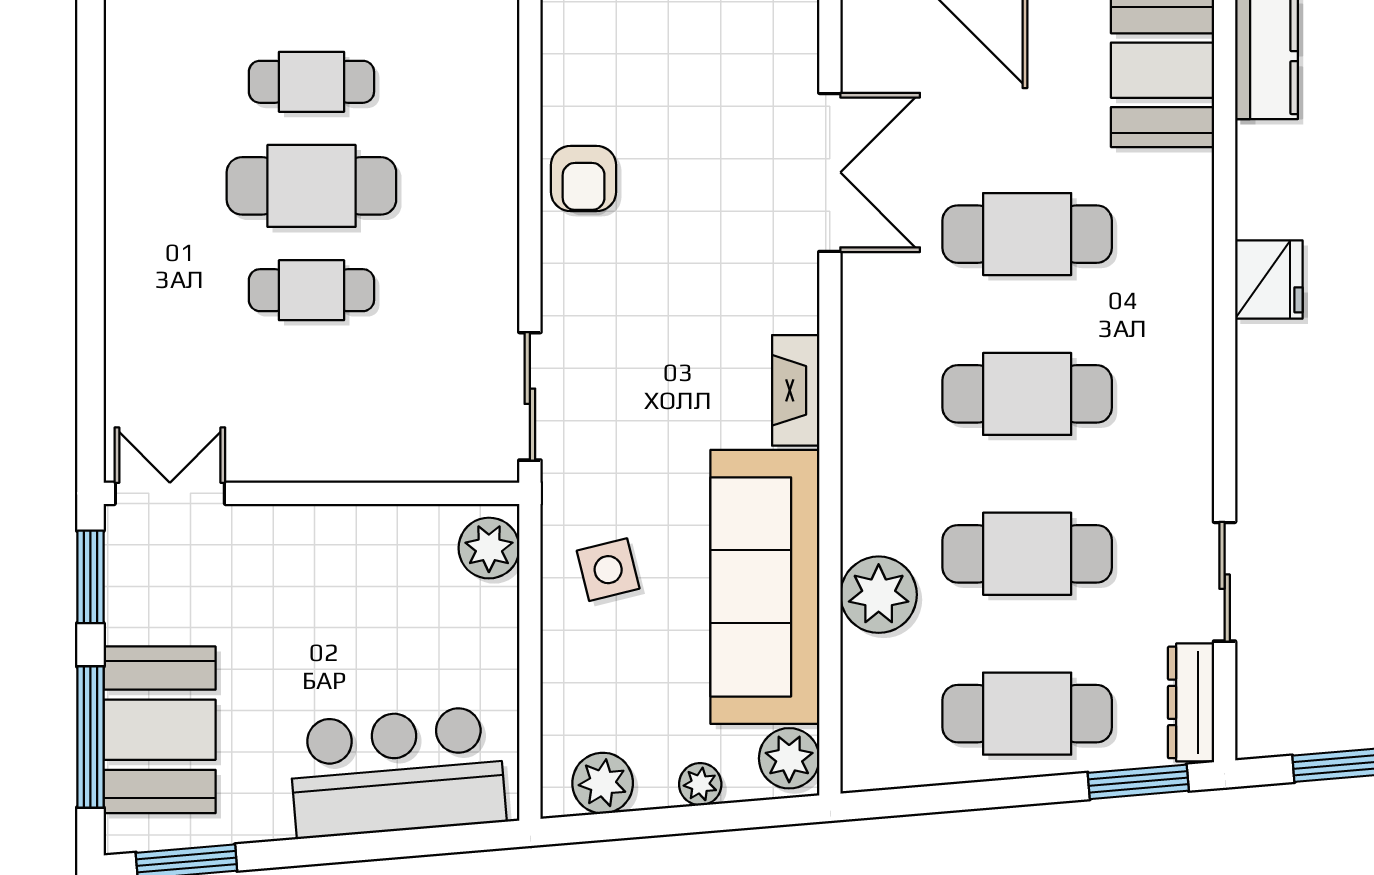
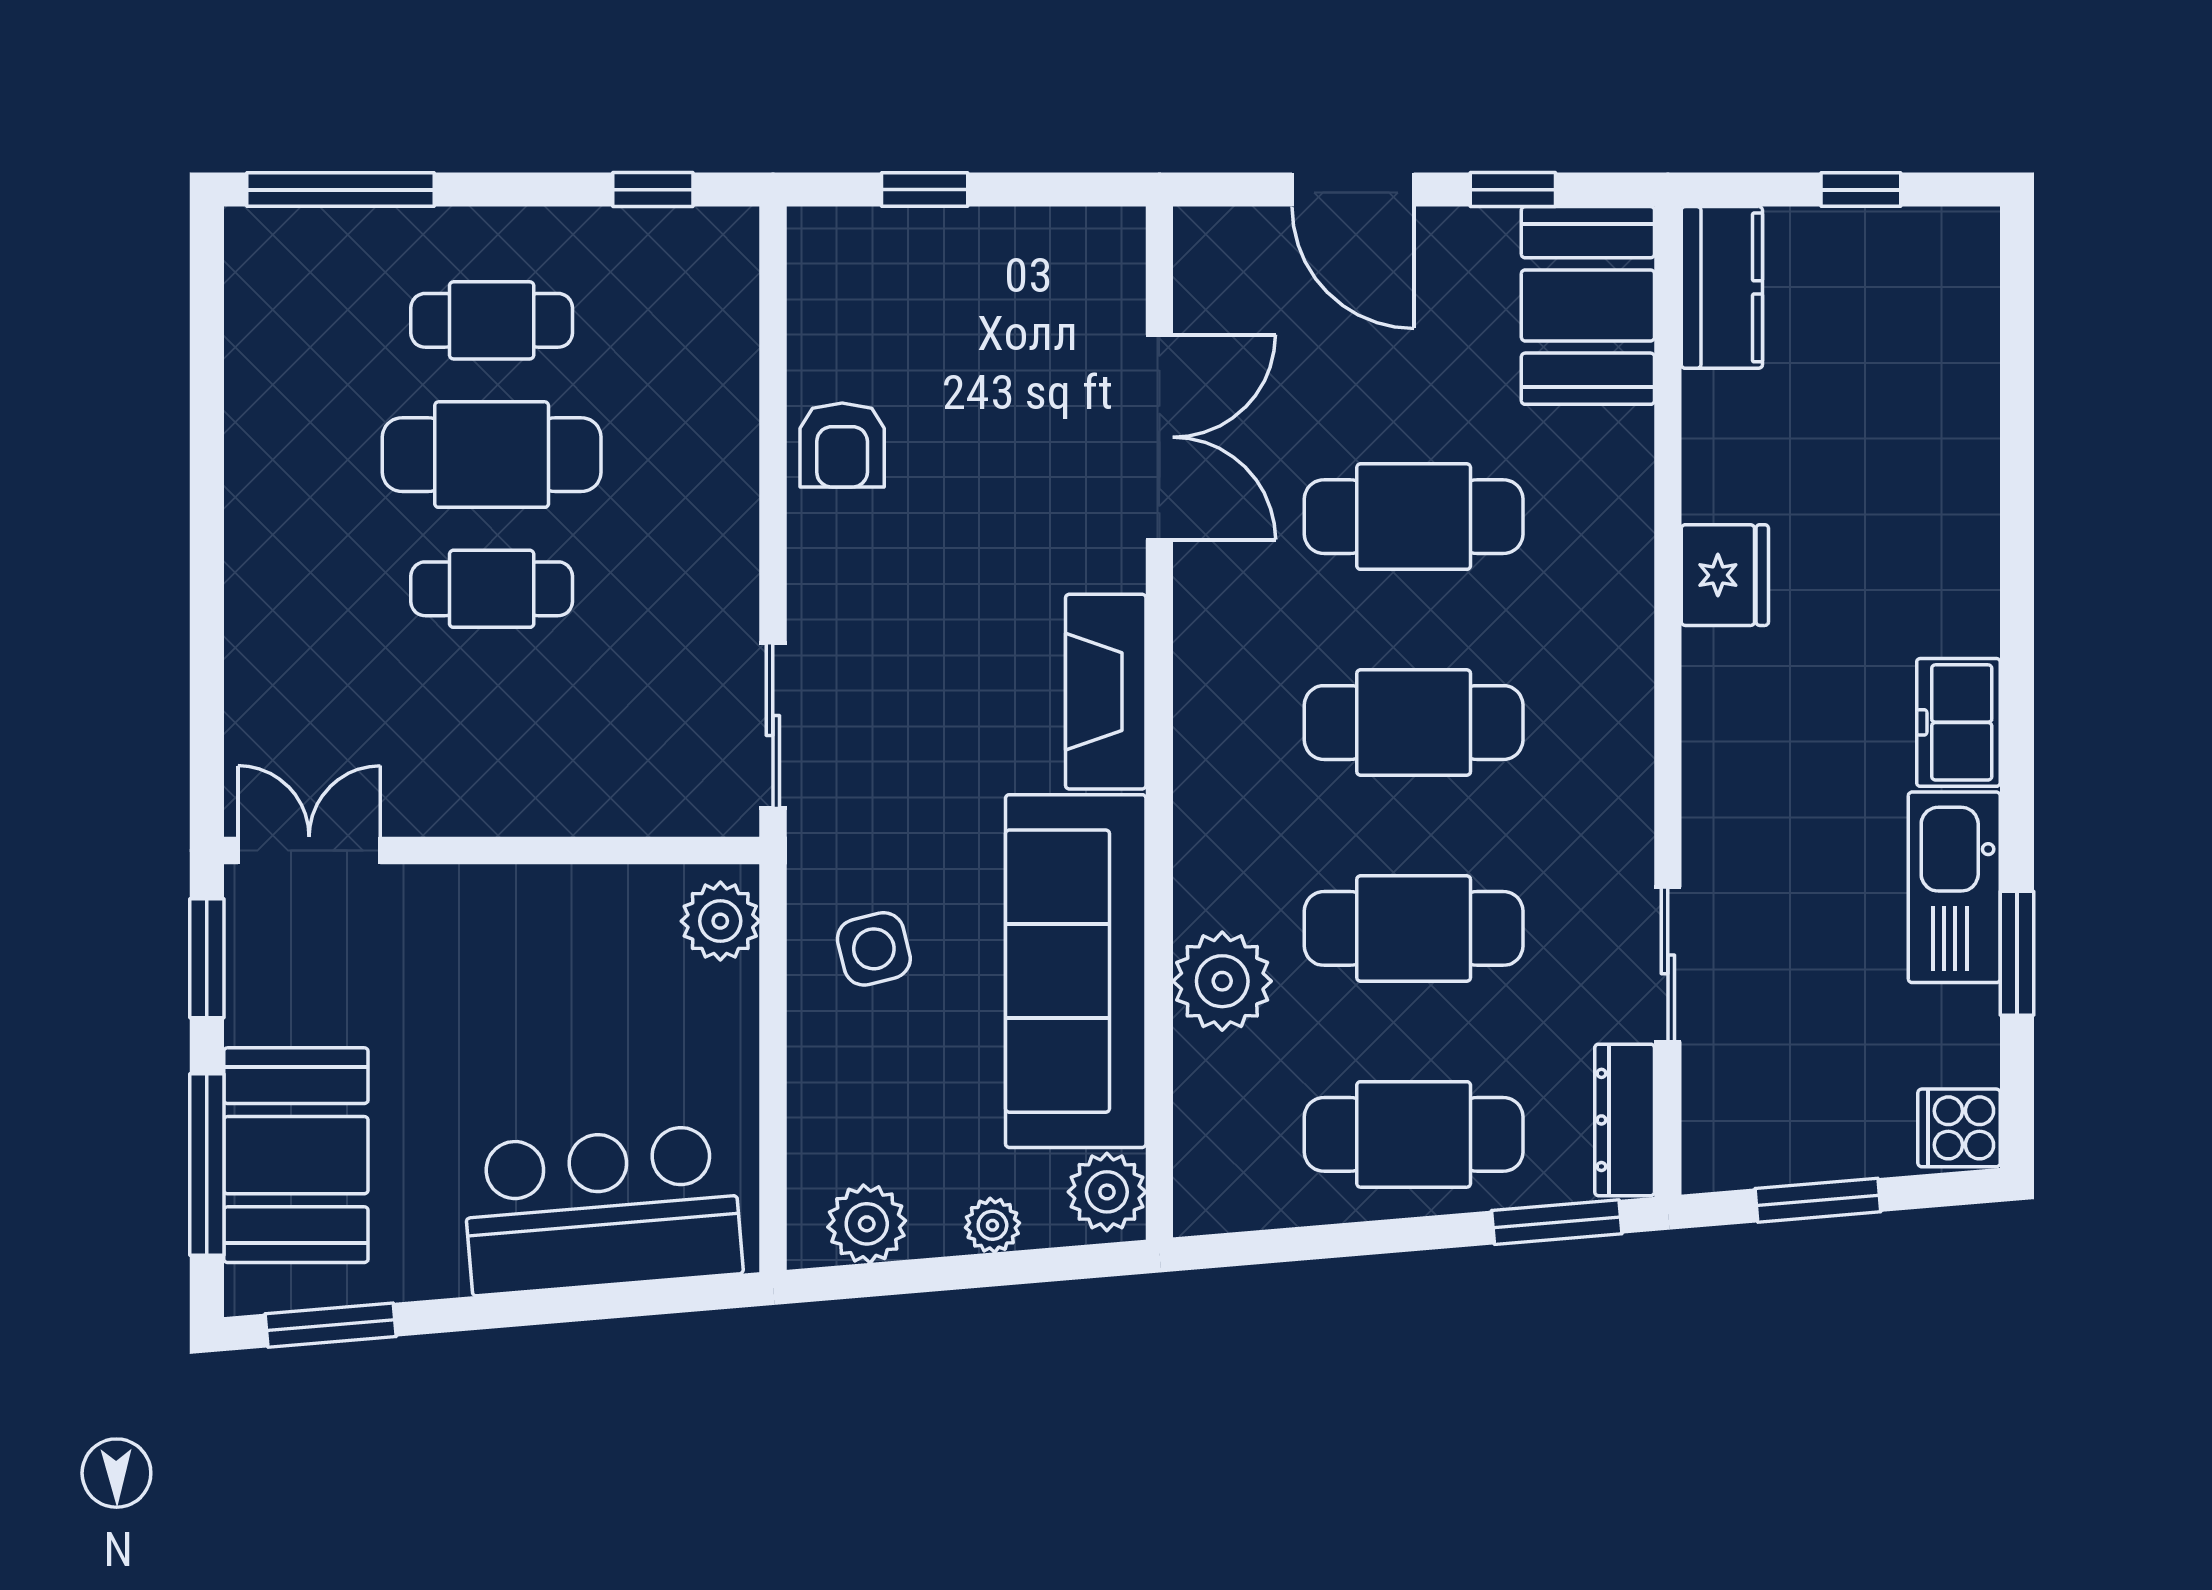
fireplace: (796, 390) -> (1106, 692), width x1.37, depth x1.32

